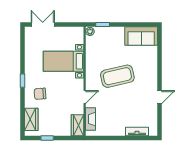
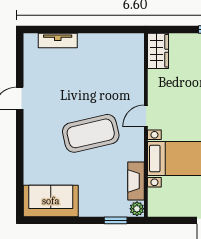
door: (85, 97) -> (146, 116), moved
fireplace: (91, 119) -> (136, 181), moved

